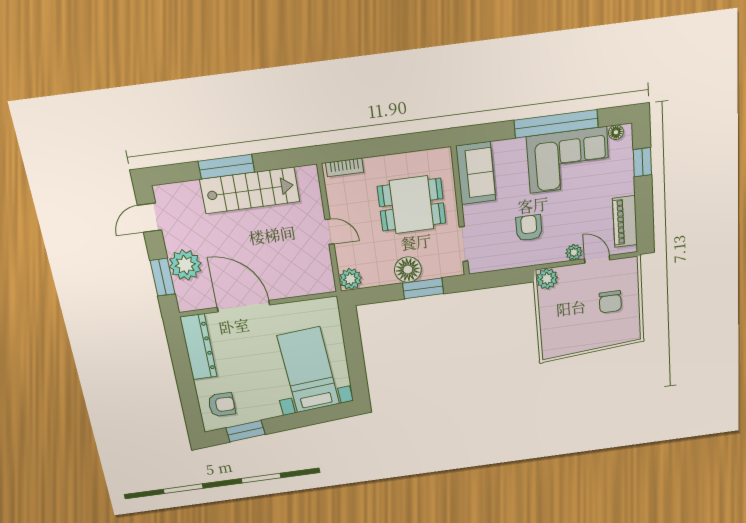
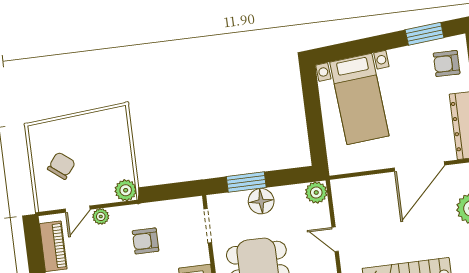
armchair: (529, 228) -> (146, 241), turned 90
door: (597, 259) -> (78, 209), hinge flipped
chair: (610, 302) -> (61, 166), turned 38
door: (244, 306) -> (419, 167), hinge flipped

